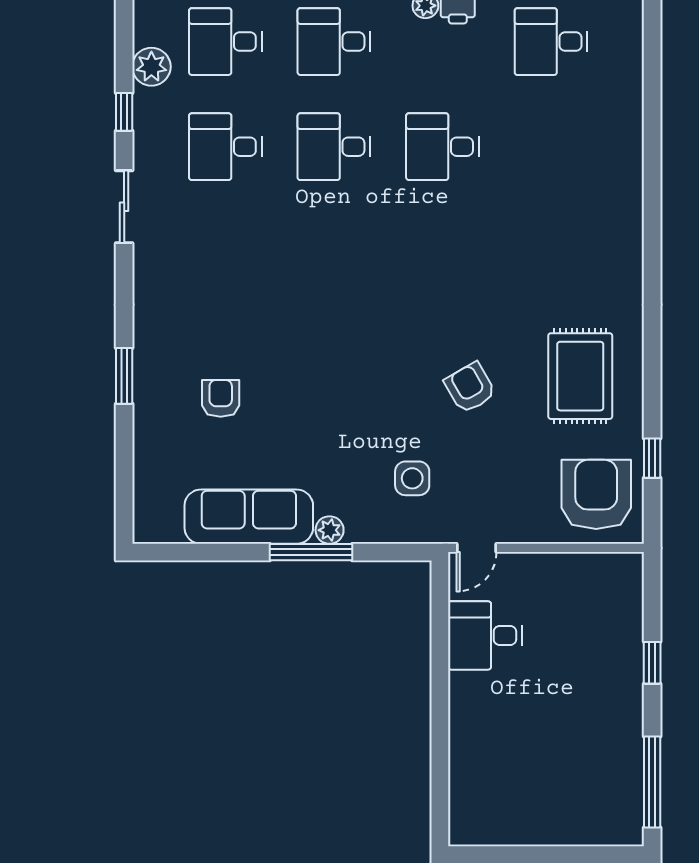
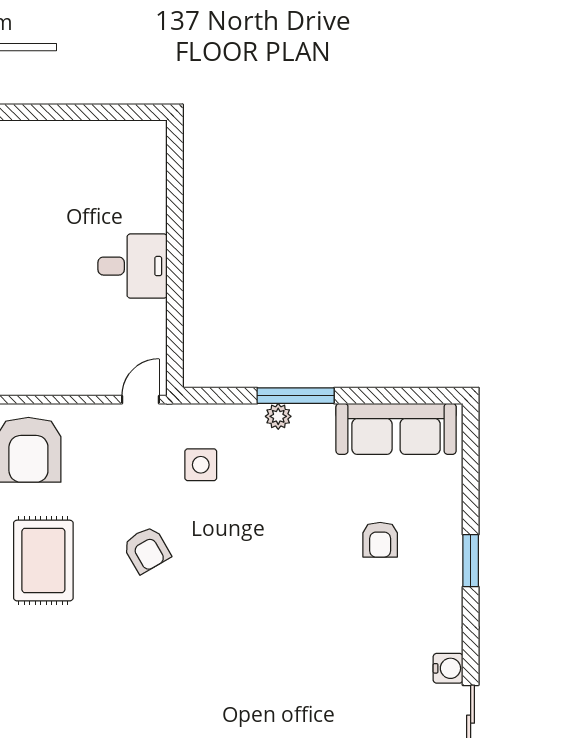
water cooler: (148, 261) -> (448, 668), added
sofa: (249, 517) -> (396, 429), moved
desk: (485, 635) -> (133, 266), moved

